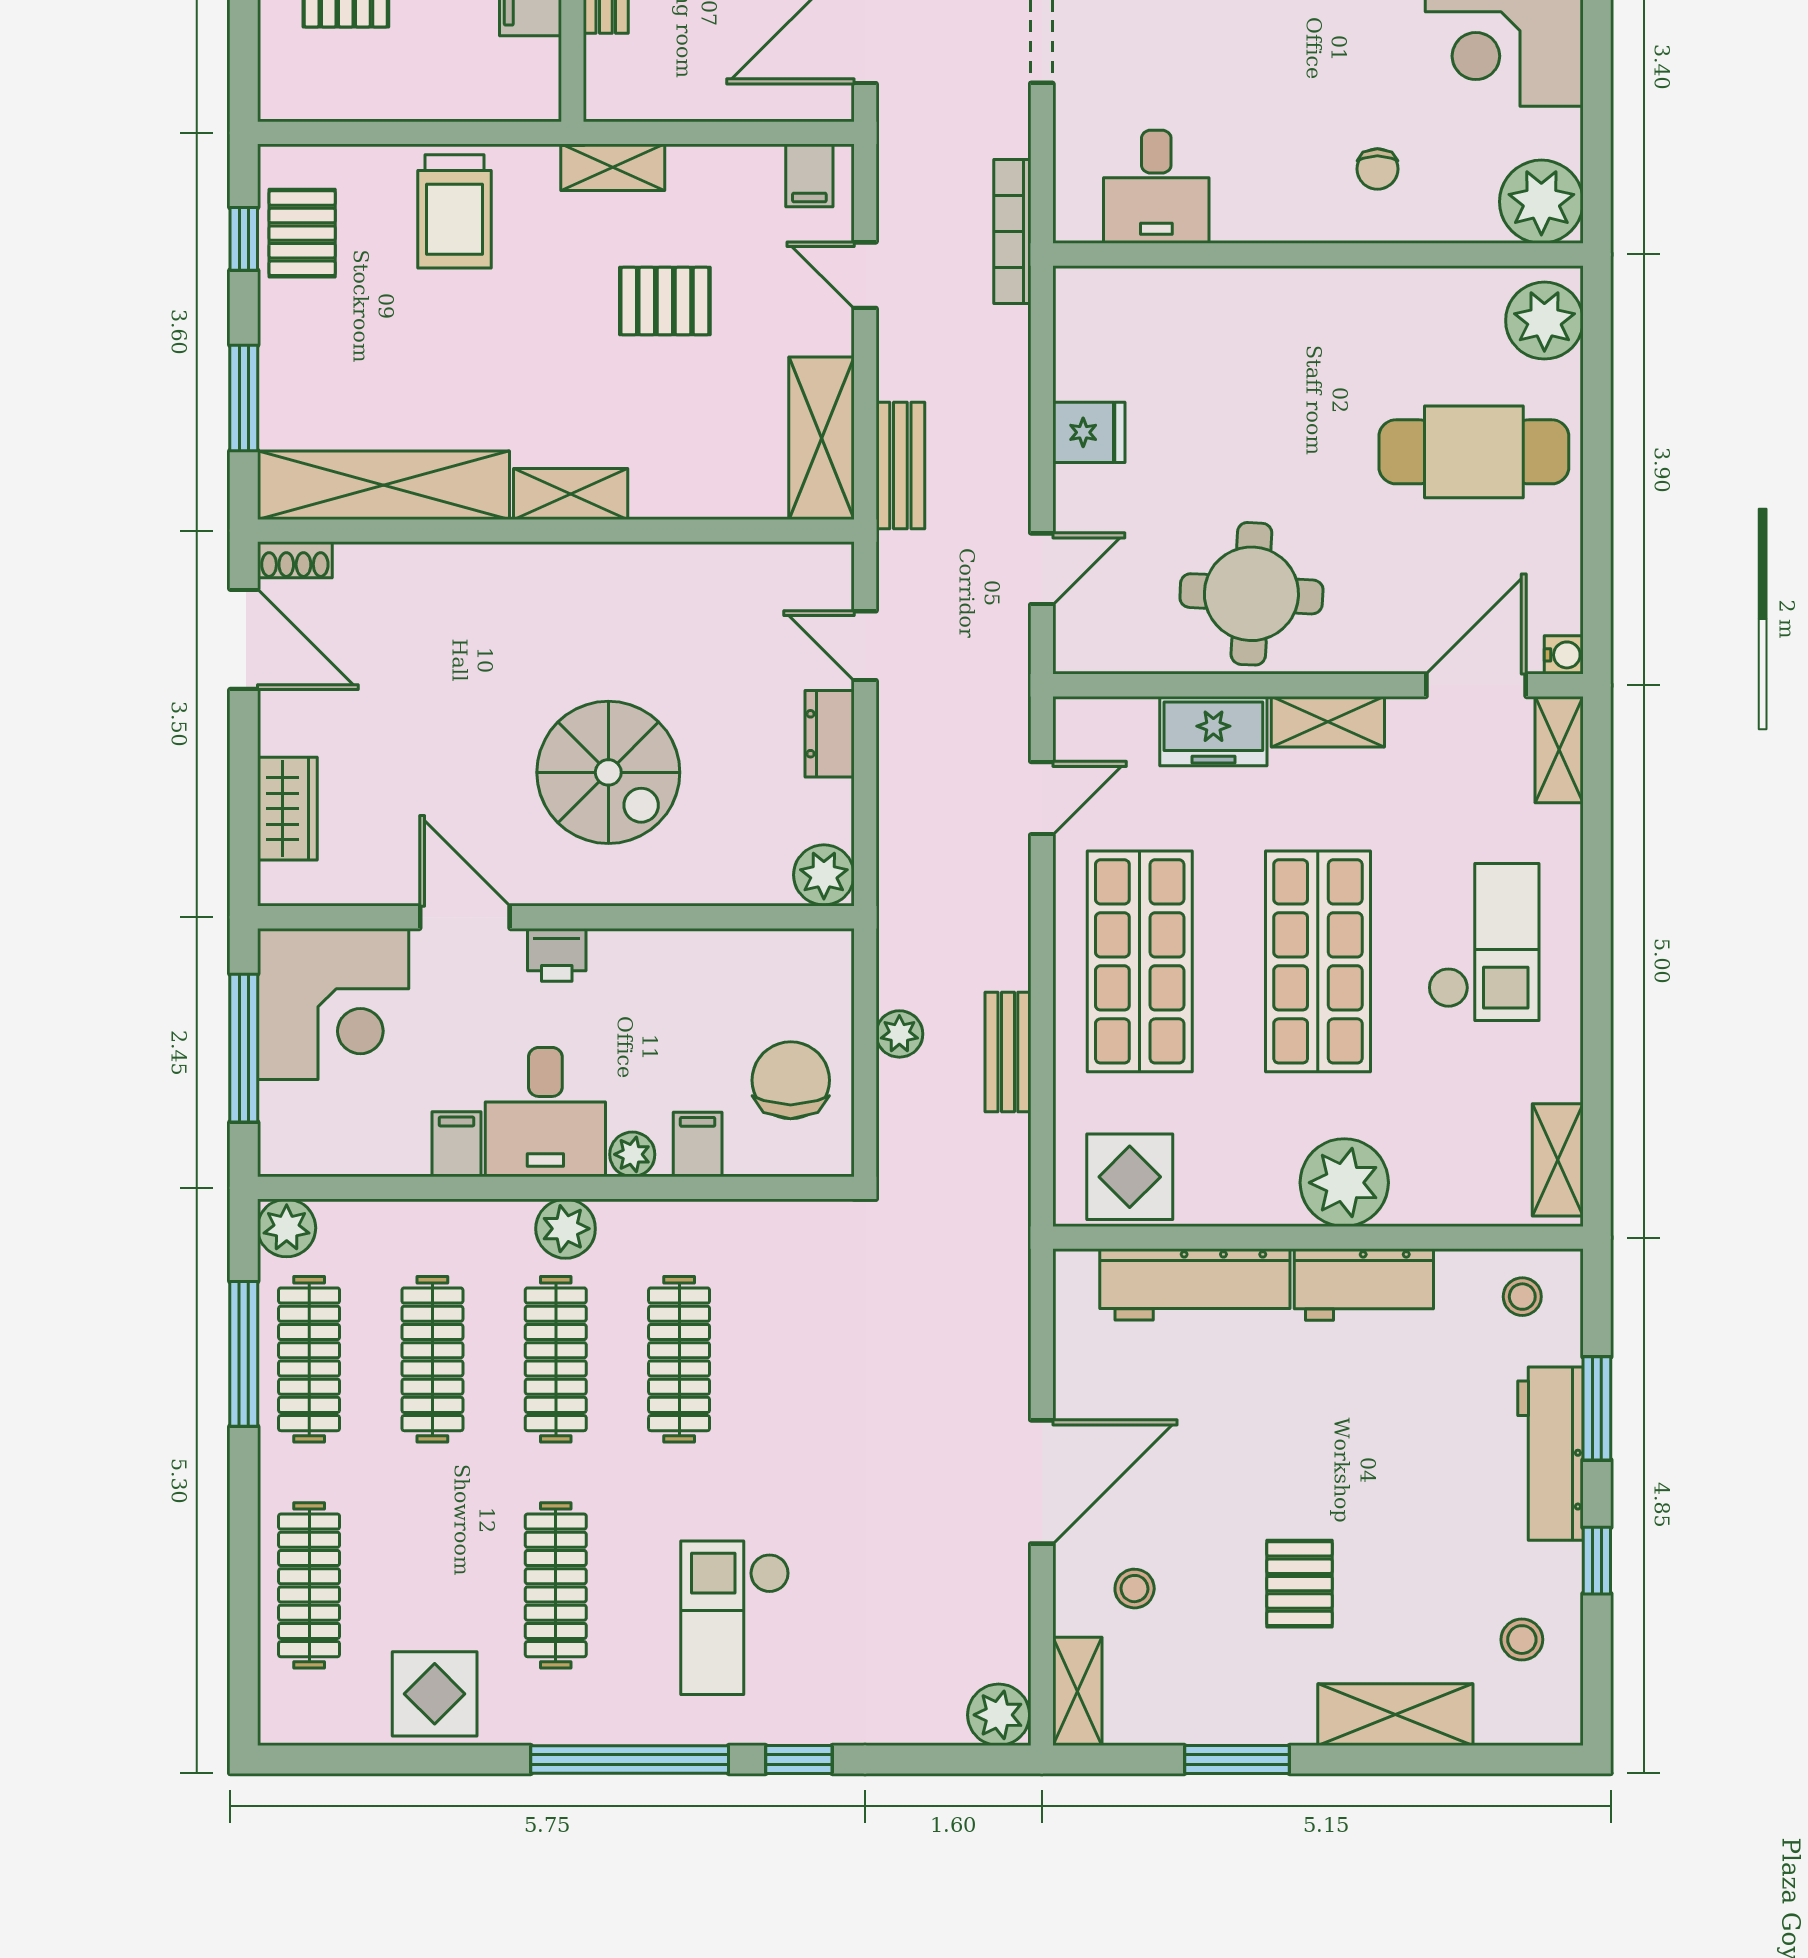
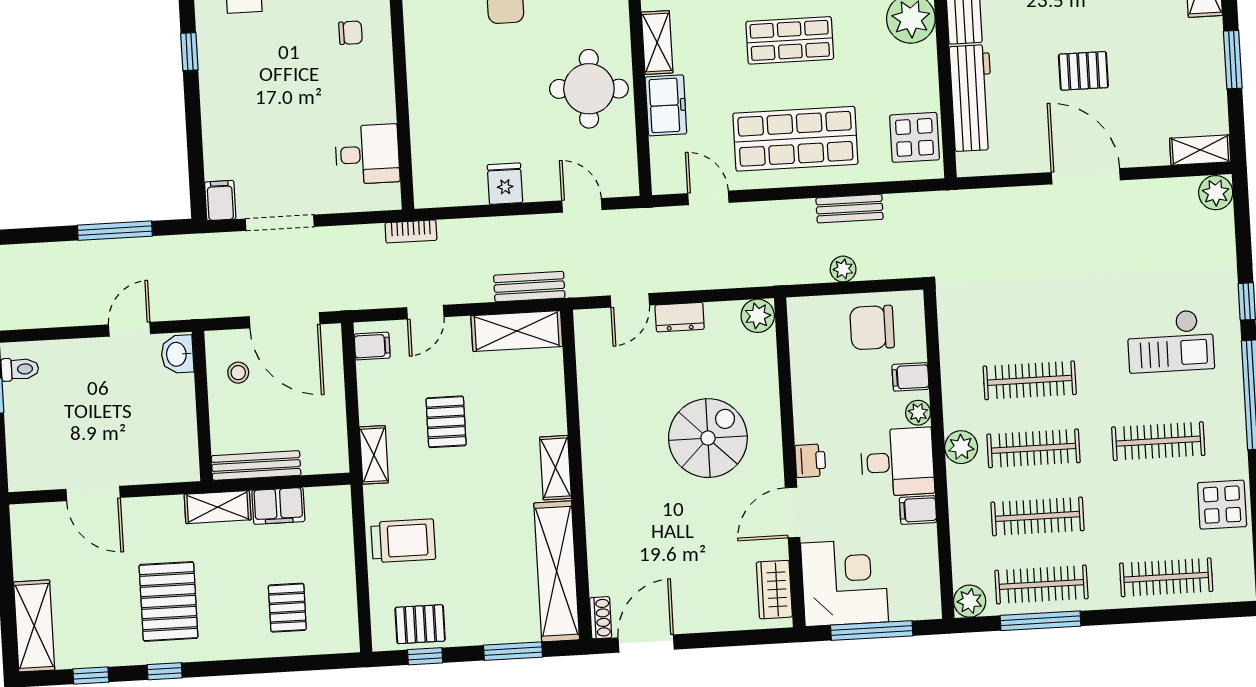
bookcase: (1012, 232) -> (411, 231), width x0.64
wardrobe: (287, 809) -> (774, 590), moved, turned -90
shop shelf: (1318, 961) -> (790, 40), width x0.70, depth x0.74
pallet: (1300, 1584) -> (1083, 71), moved
stool: (1135, 1589) -> (1142, 122), removed

